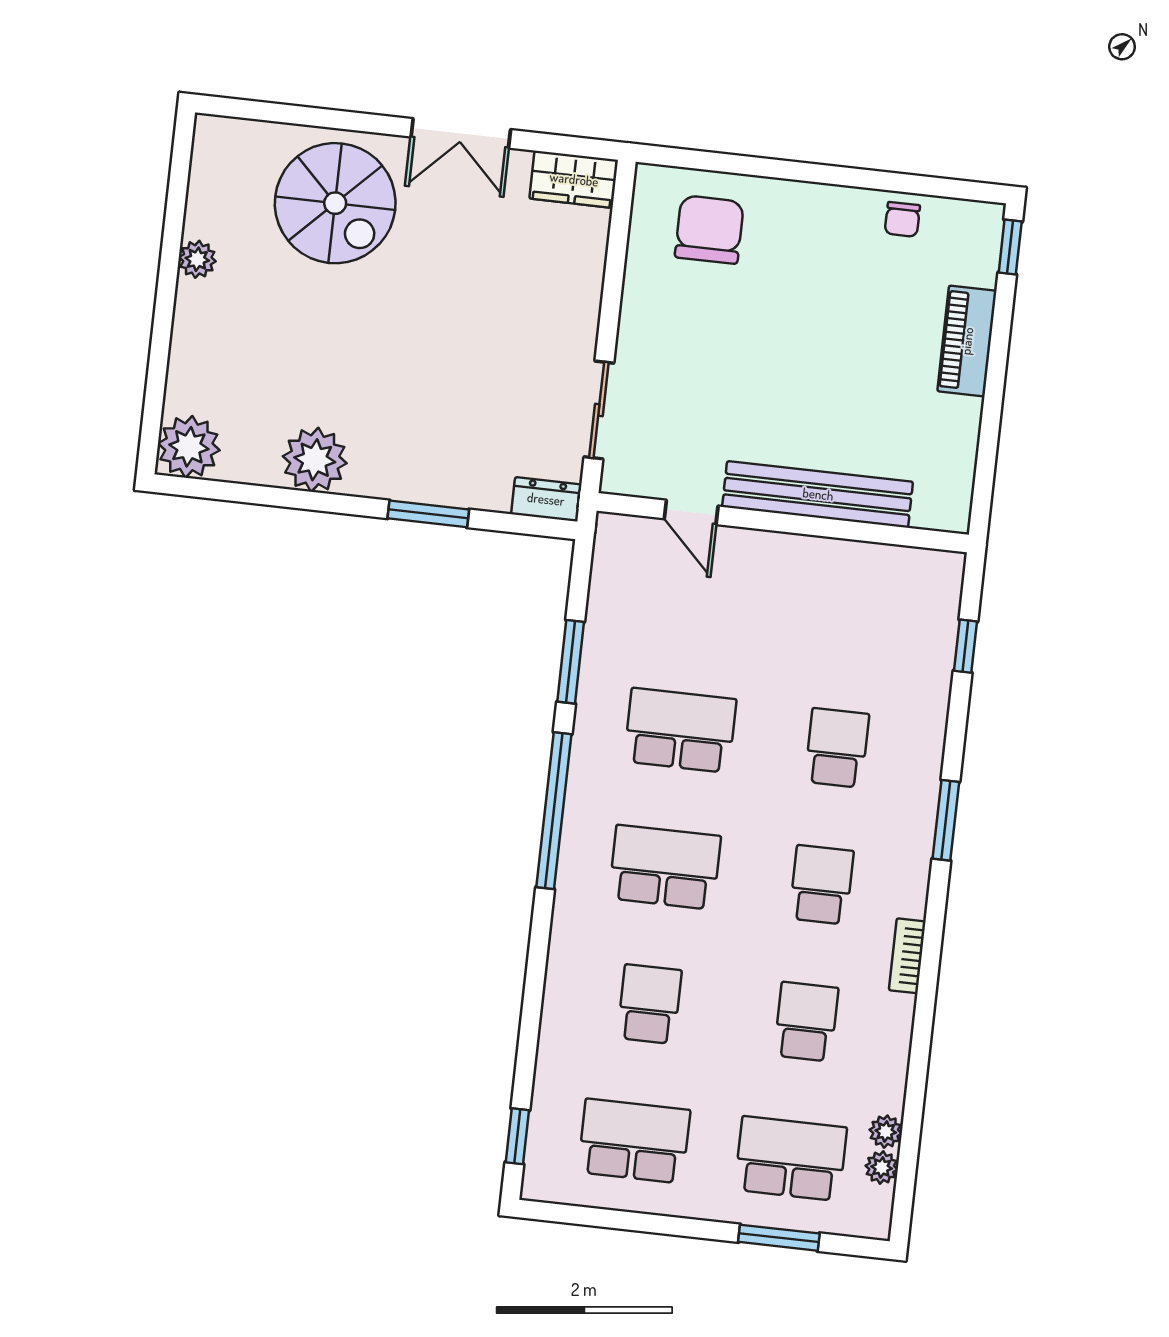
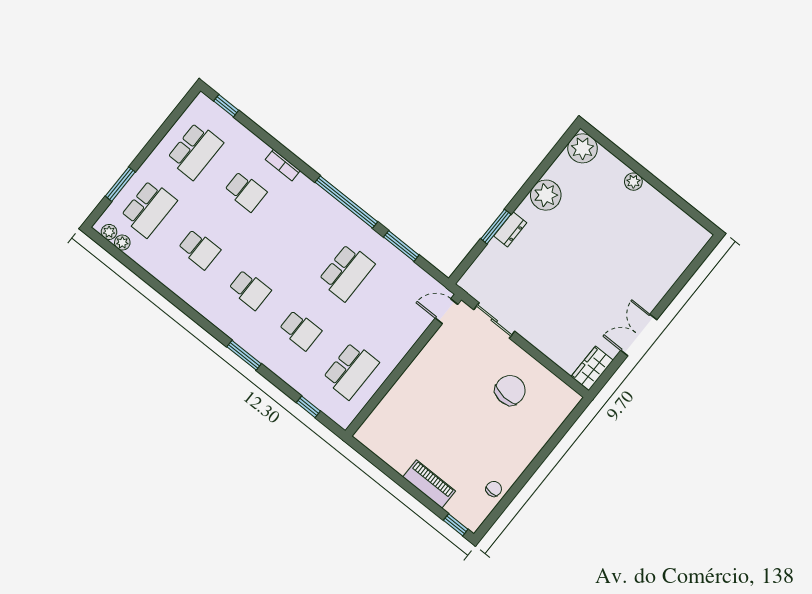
spiral stairs: (335, 203) -> (643, 268), removed
chair: (902, 219) -> (494, 489), turned 90
chair: (709, 230) -> (510, 390), moved, turned -85
plant: (197, 259) -> (633, 182), moved
bench: (818, 494) -> (406, 386), removed
dresser: (546, 499) -> (510, 229), moved
door: (691, 512) -> (447, 311), moved
school desk: (665, 867) -> (351, 371), moved
bookcase: (907, 956) -> (283, 165), moved, turned 180
plant: (886, 1132) -> (109, 232), moved

